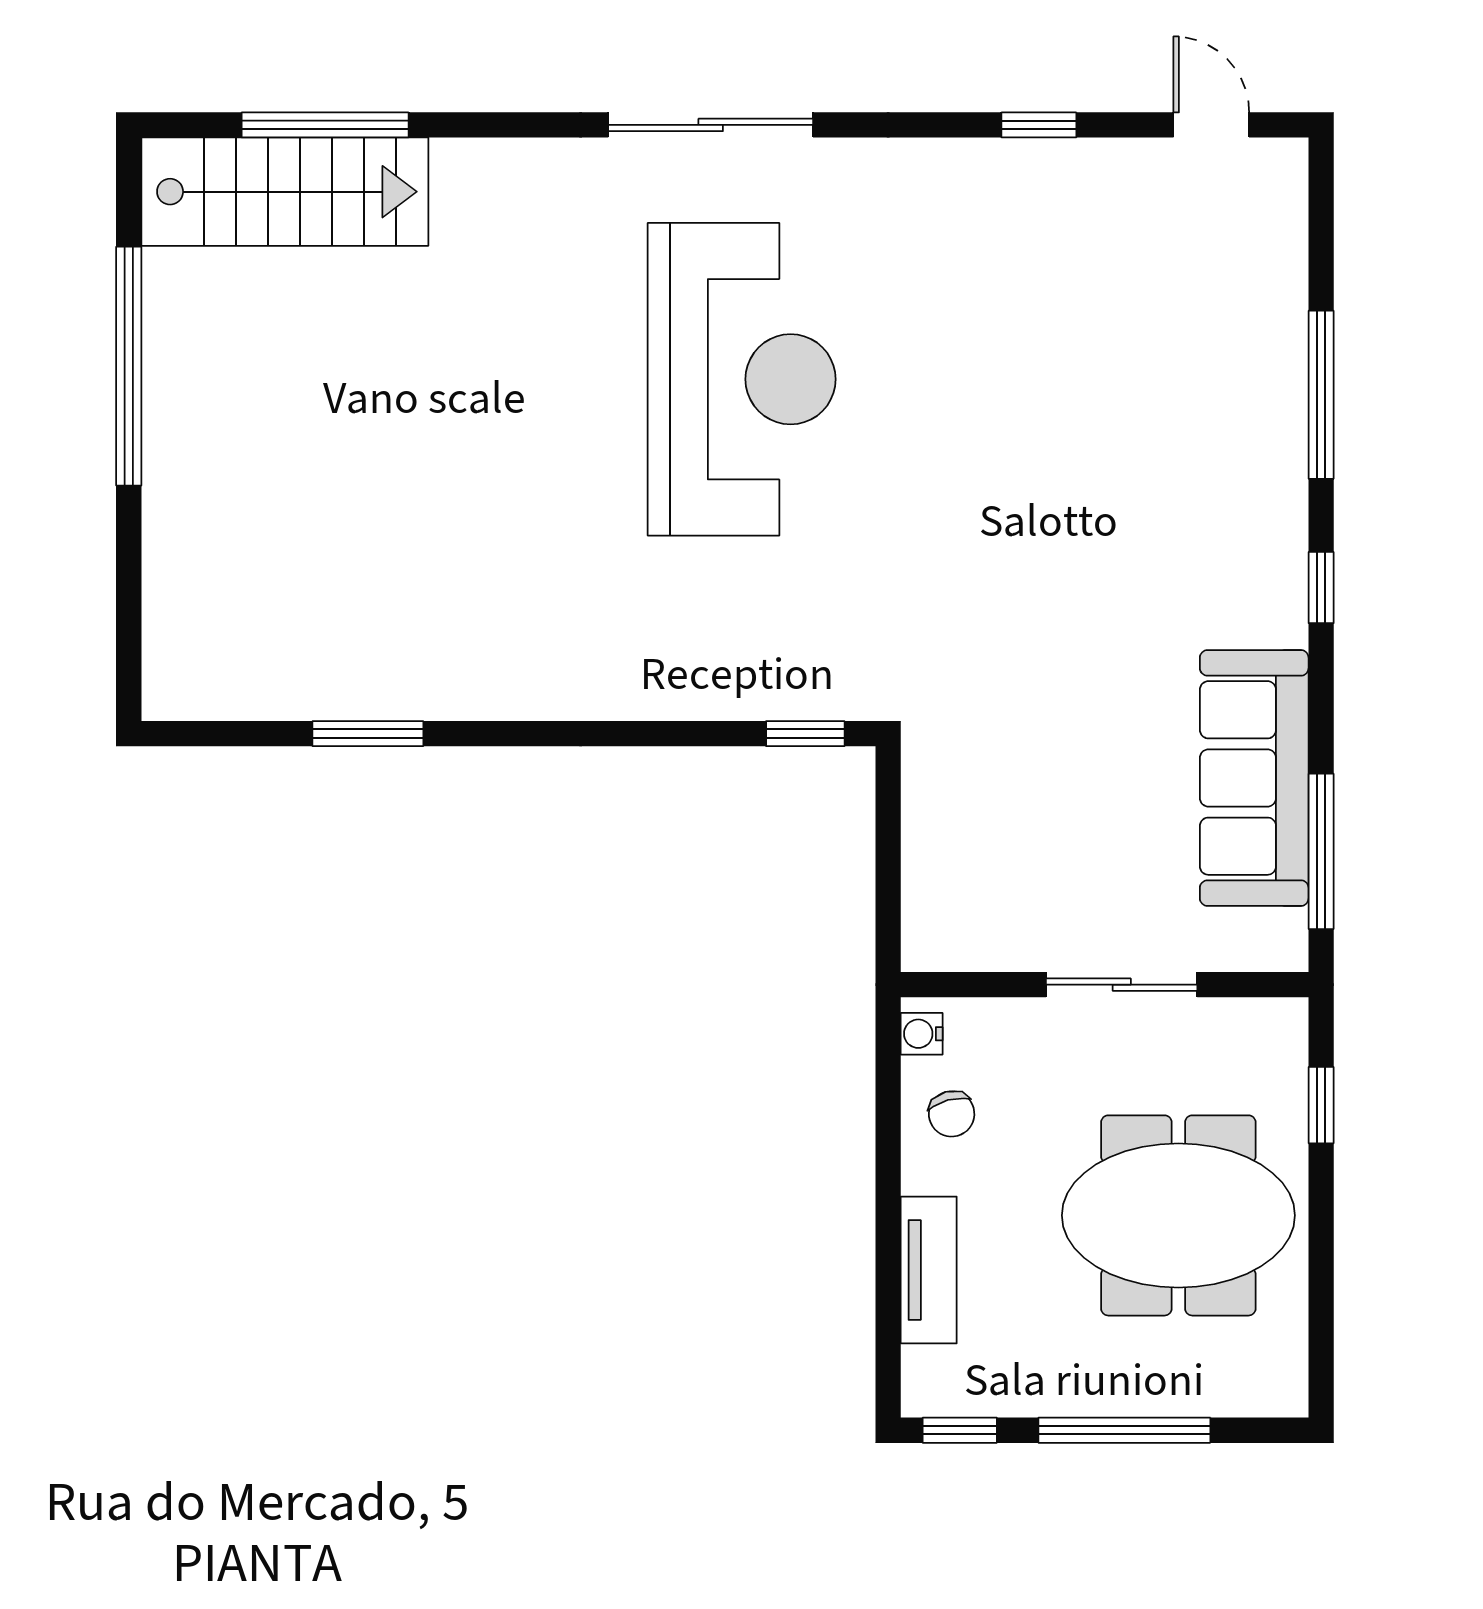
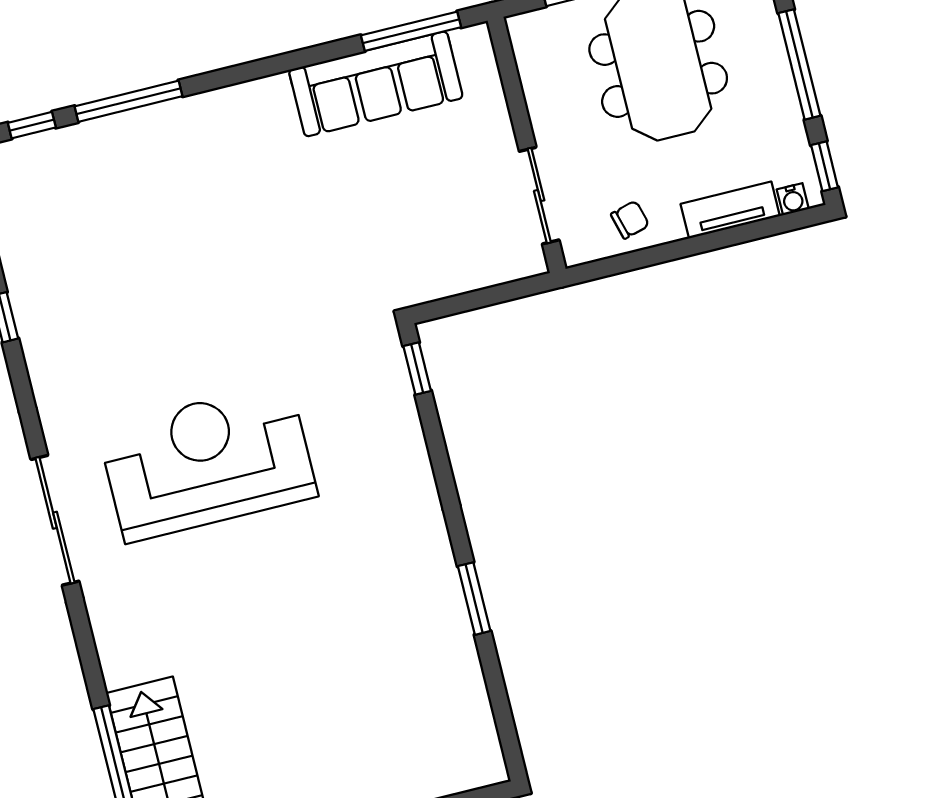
window: (1321, 588) -> (32, 125), moved
window: (368, 734) -> (474, 599), moved
sliding door: (1122, 985) -> (539, 196), moved
water cooler: (922, 1034) -> (793, 199), moved

